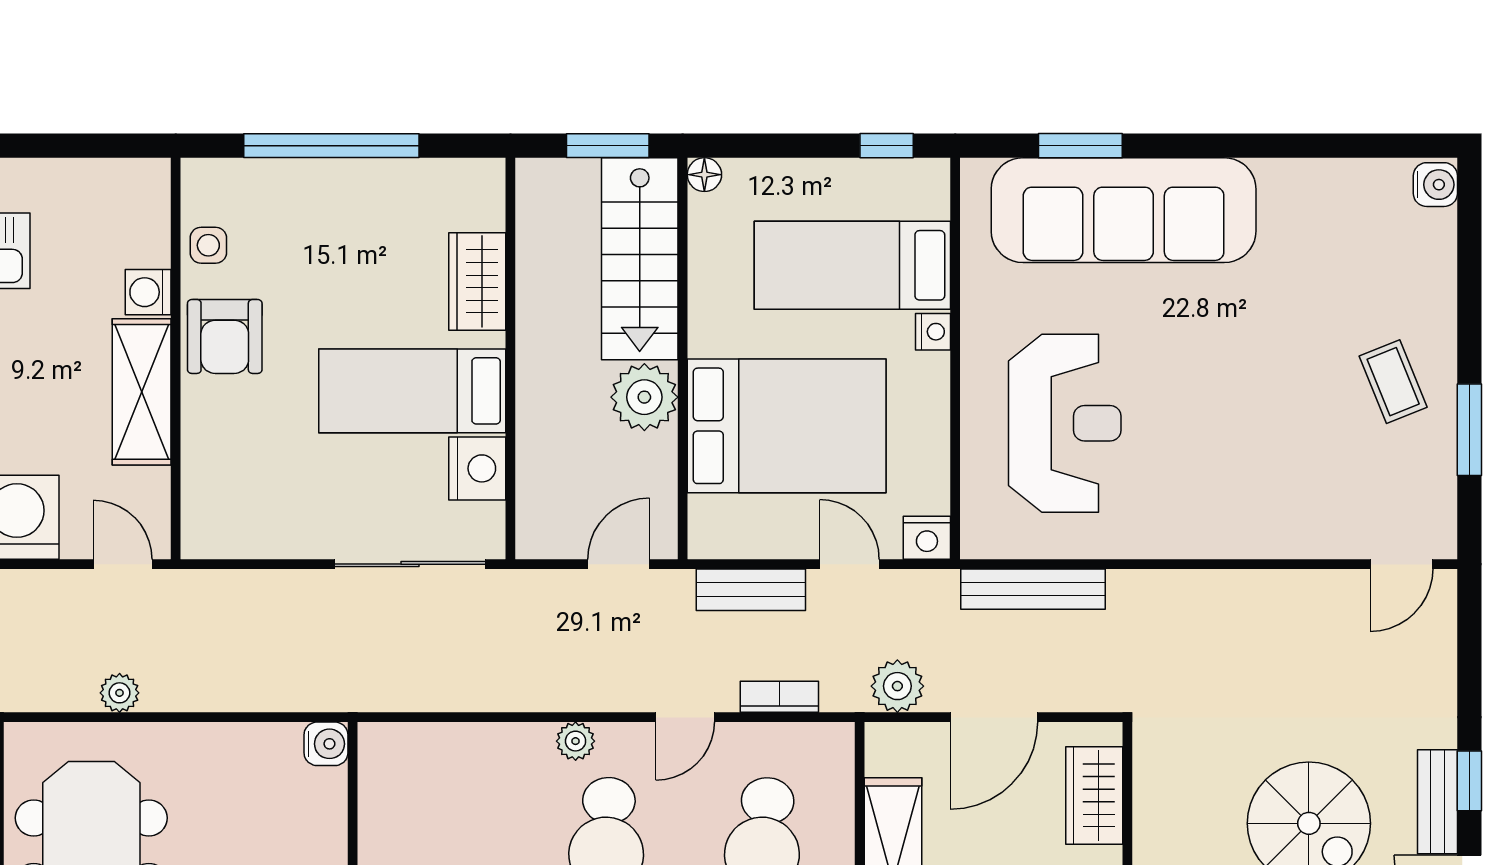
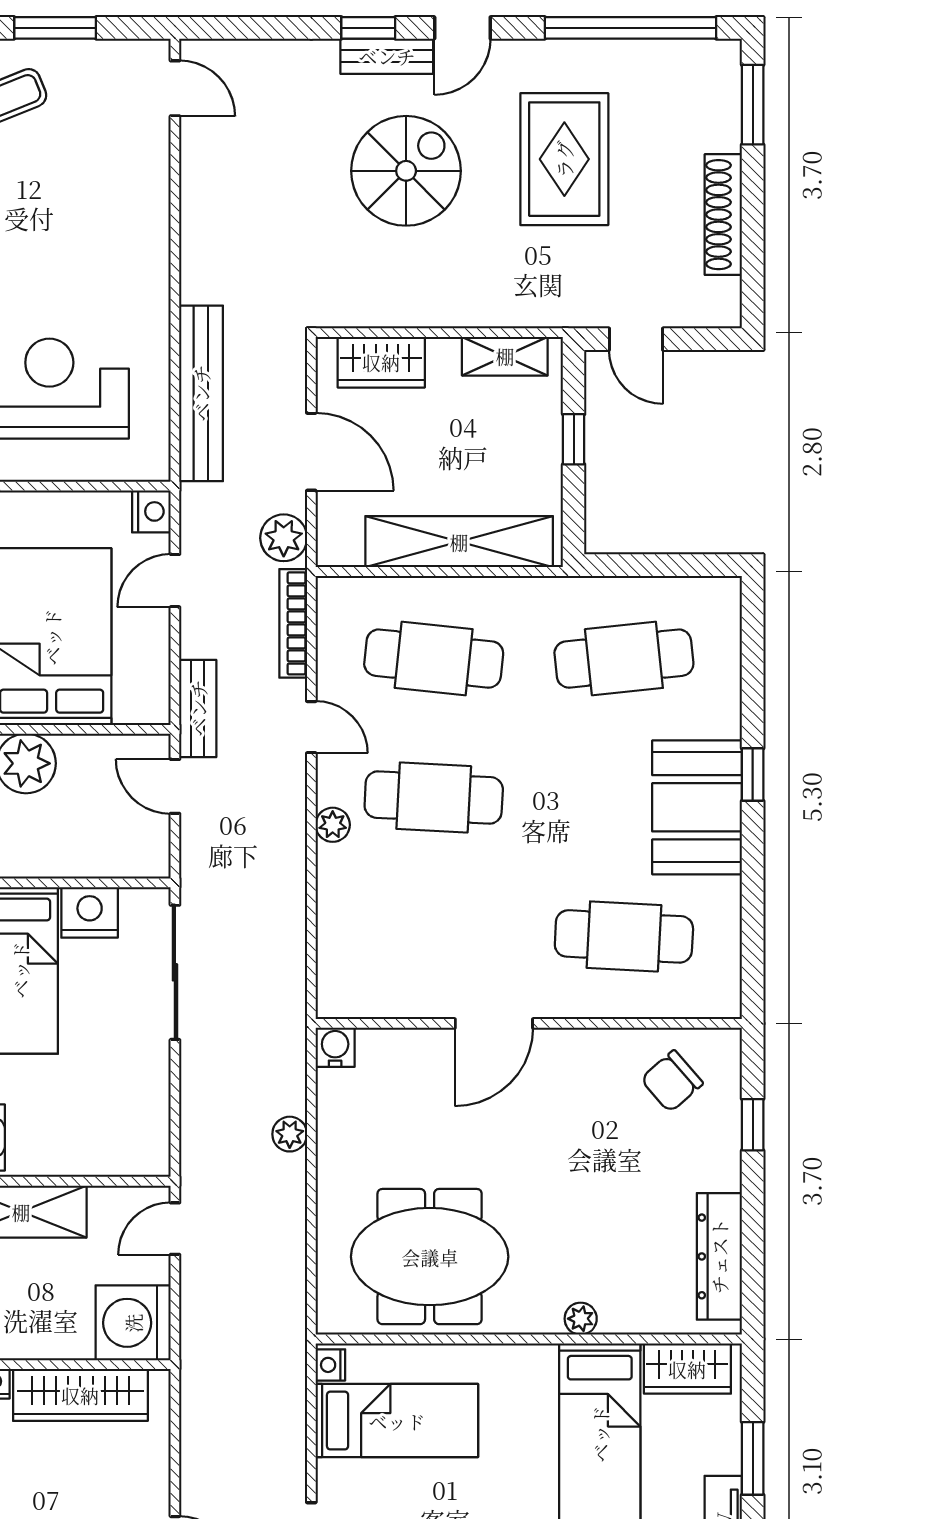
bench: (1033, 589) -> (201, 393), width x1.37, depth x1.21
bench: (751, 590) -> (198, 708), moved
plant: (120, 693) -> (290, 1134), moved
bookcase: (779, 697) -> (293, 623), width x1.56

